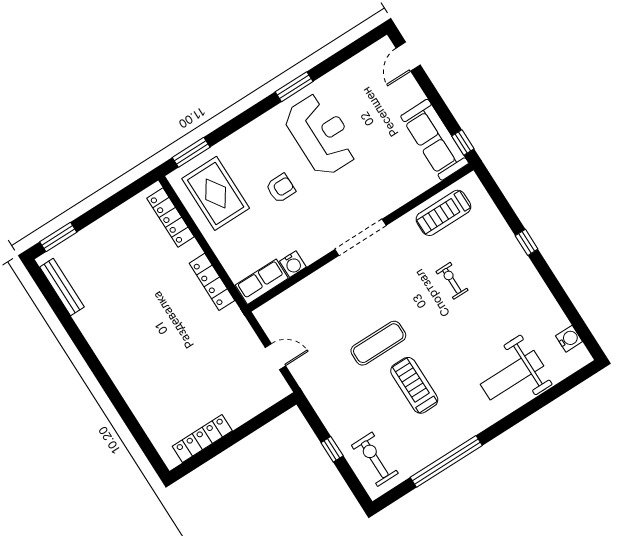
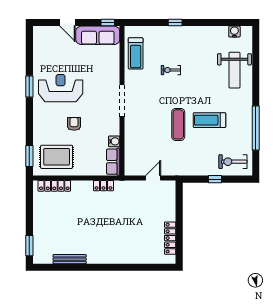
door: (408, 57) -> (67, 23), moved
locker: (212, 282) -> (103, 186), width x0.66
bench: (62, 287) -> (70, 259), moved

